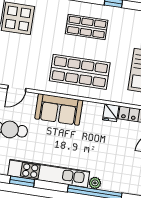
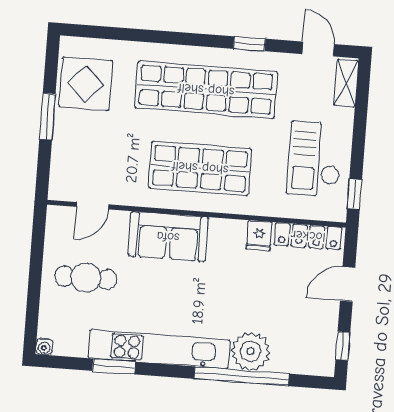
shop shelf: (87, 27) -> (206, 90), width x2.00, depth x1.36
plant: (95, 183) -> (251, 351), width x1.87, depth x1.87

